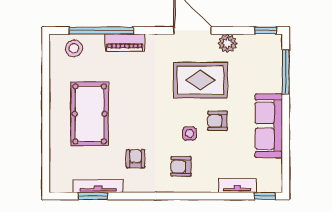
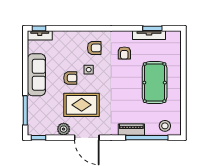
tv unit: (237, 186) -> (40, 35), moved

